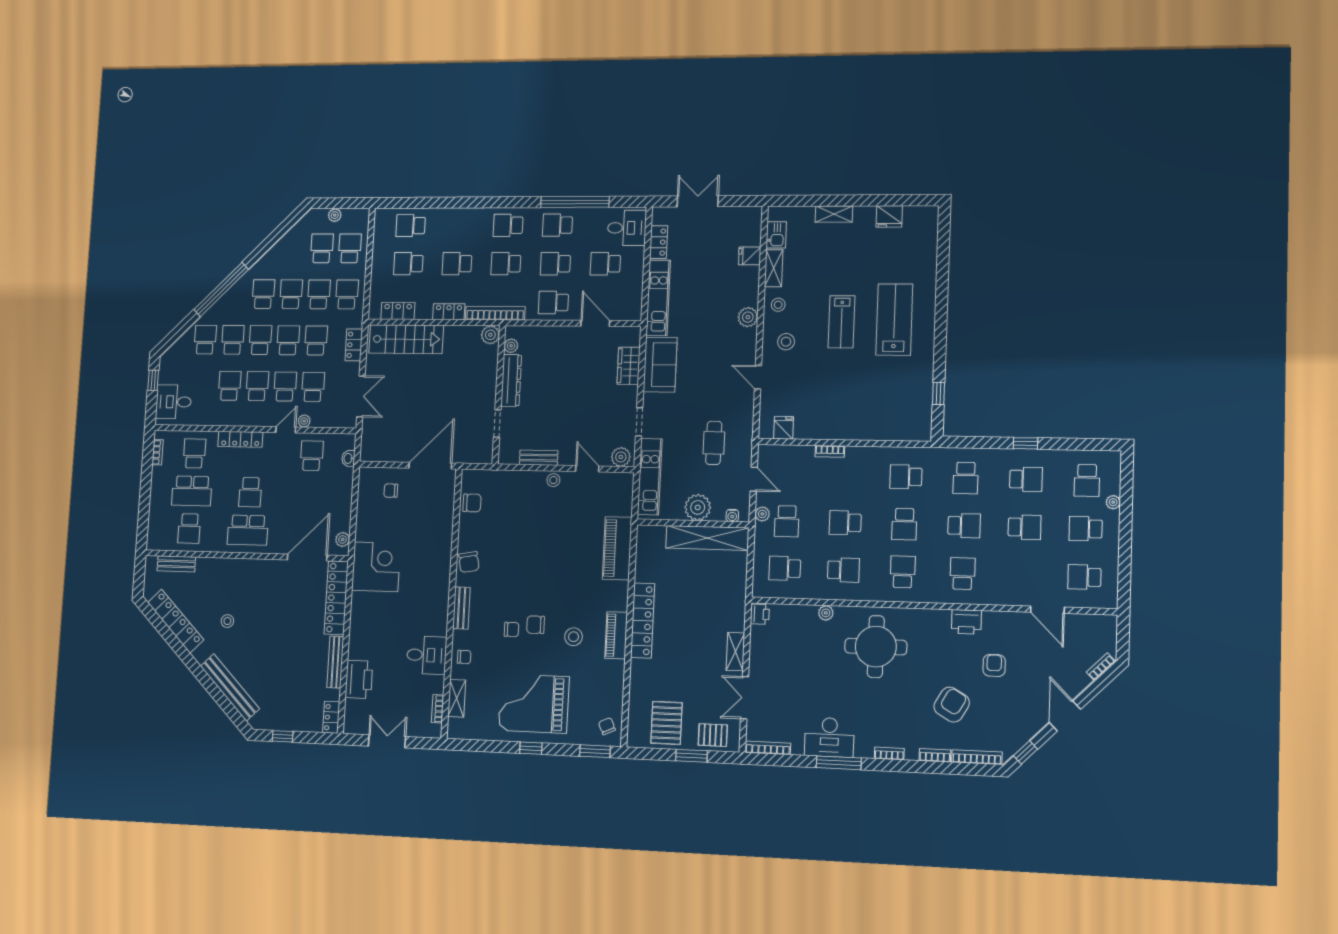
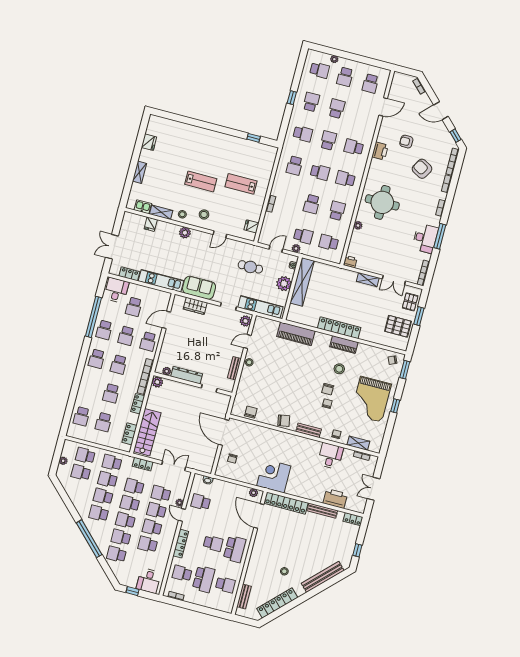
lab bench: (894, 320) -> (241, 184), moved, width x0.73, depth x0.72
school desk: (785, 568) -> (329, 243), turned 90

